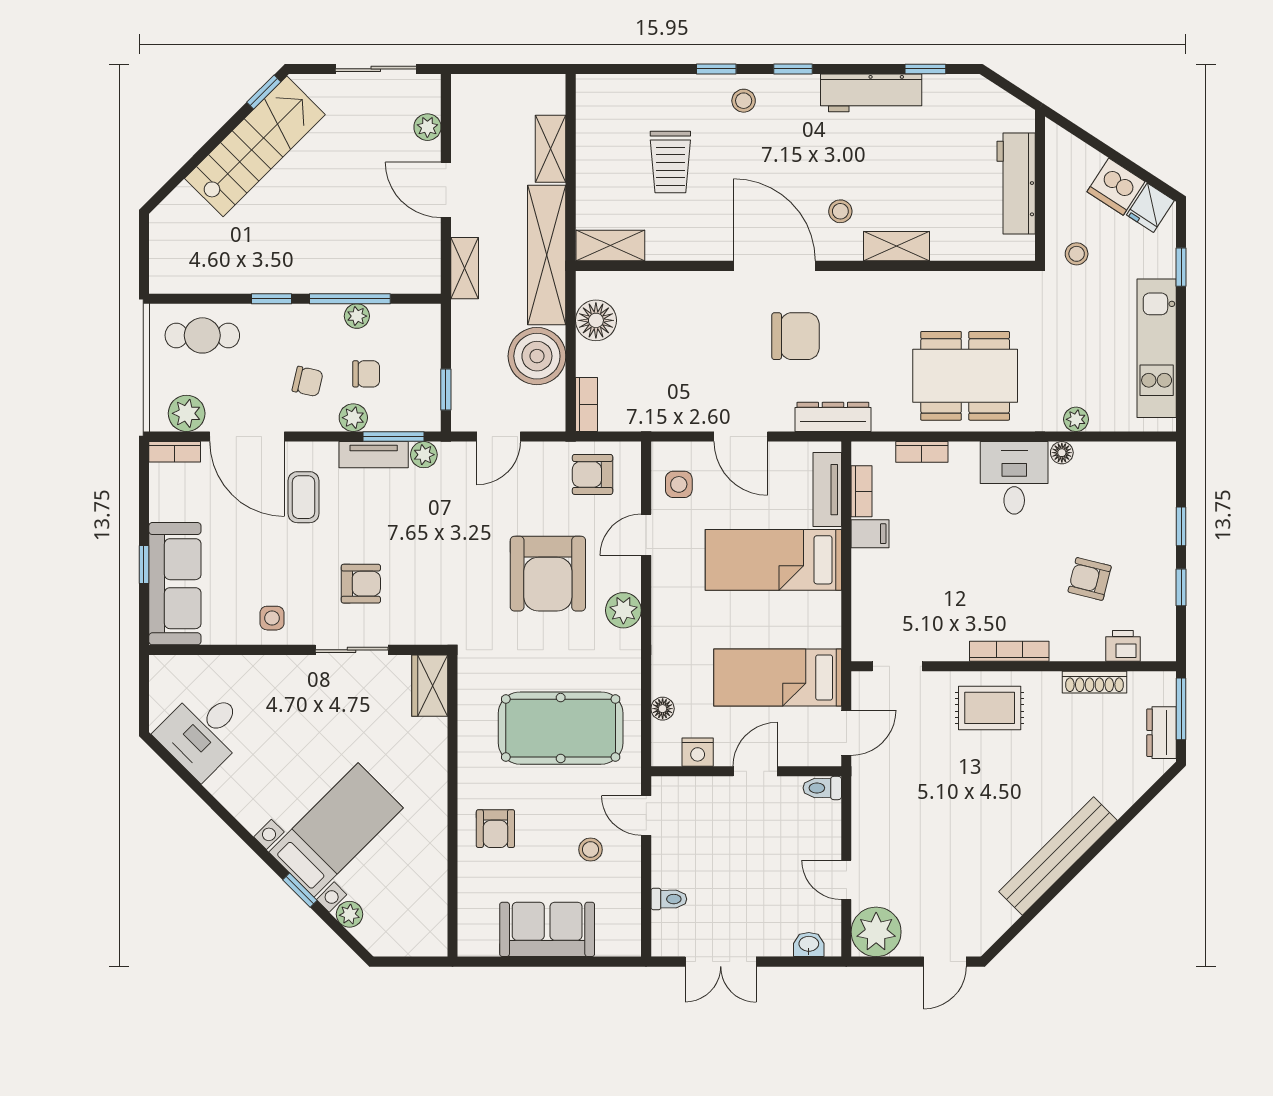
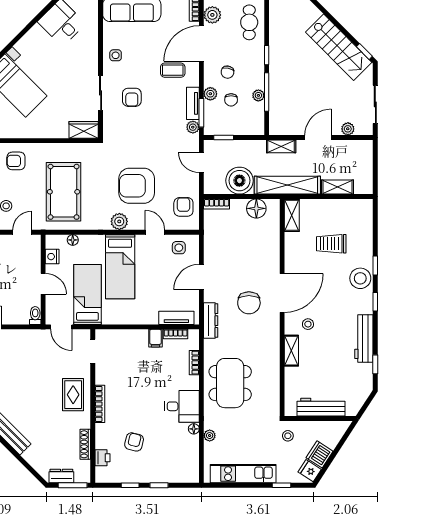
stool: (744, 101) -> (360, 278), width x1.89, depth x1.89
bed: (773, 560) -> (120, 267), moved, turned 180

